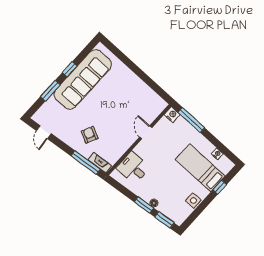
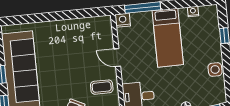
coffee table: (118, 139) -> (102, 87), added
bed: (200, 168) -> (168, 38), moved, turned -90

